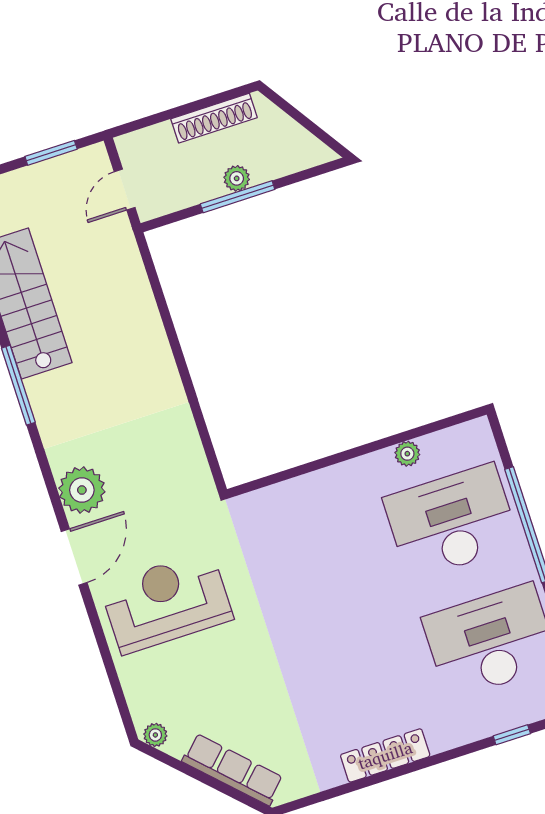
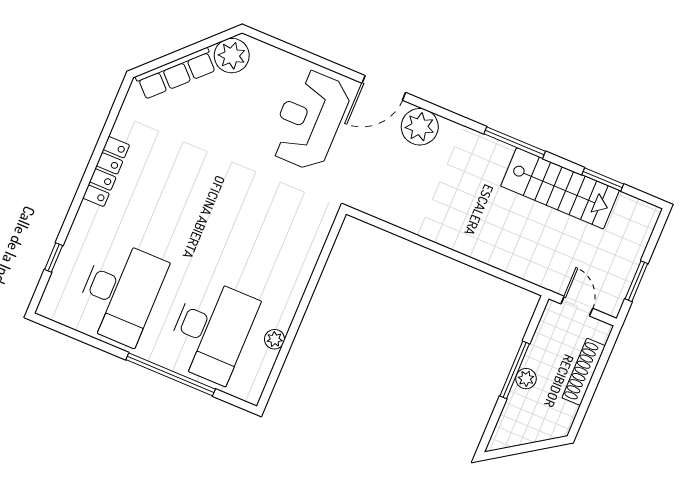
shoe rack: (214, 118) -> (584, 372), moved
door: (74, 557) -> (384, 88), hinge flipped
reception desk: (167, 602) -> (309, 120), turned 180
plant: (155, 735) -> (232, 56), width x1.87, depth x1.87

